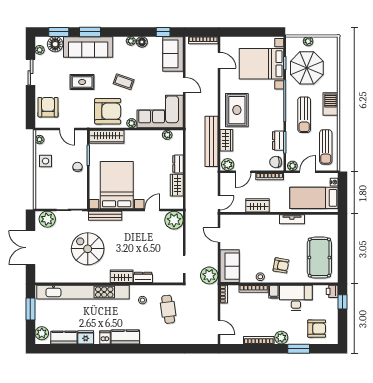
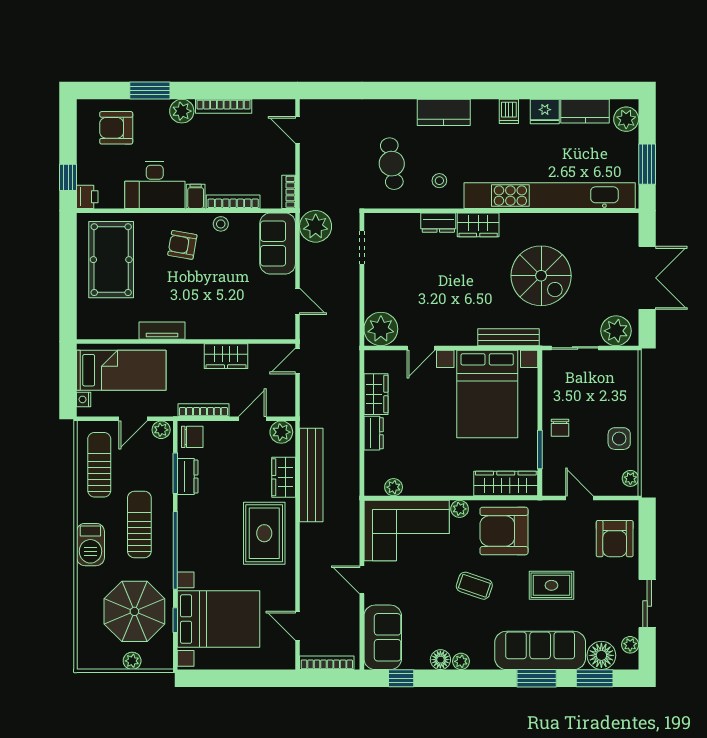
kitchen counter: (125, 337) -> (444, 112), moved

